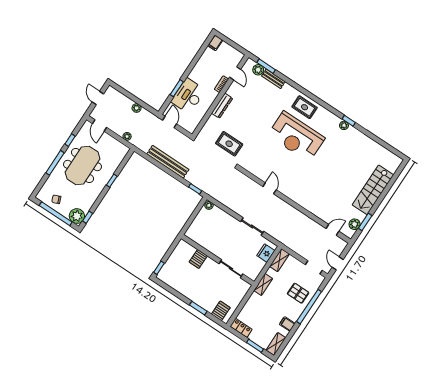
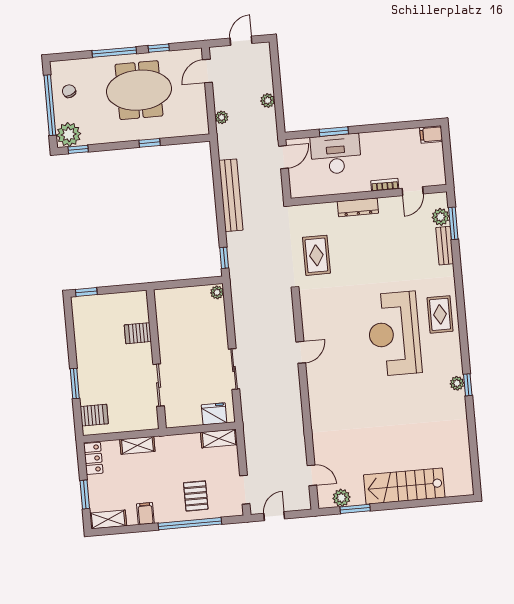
shelving: (263, 285) -> (137, 445), moved

